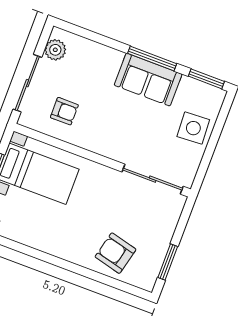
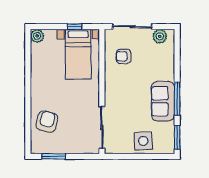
armchair: (64, 111) -> (124, 56), turned 90

